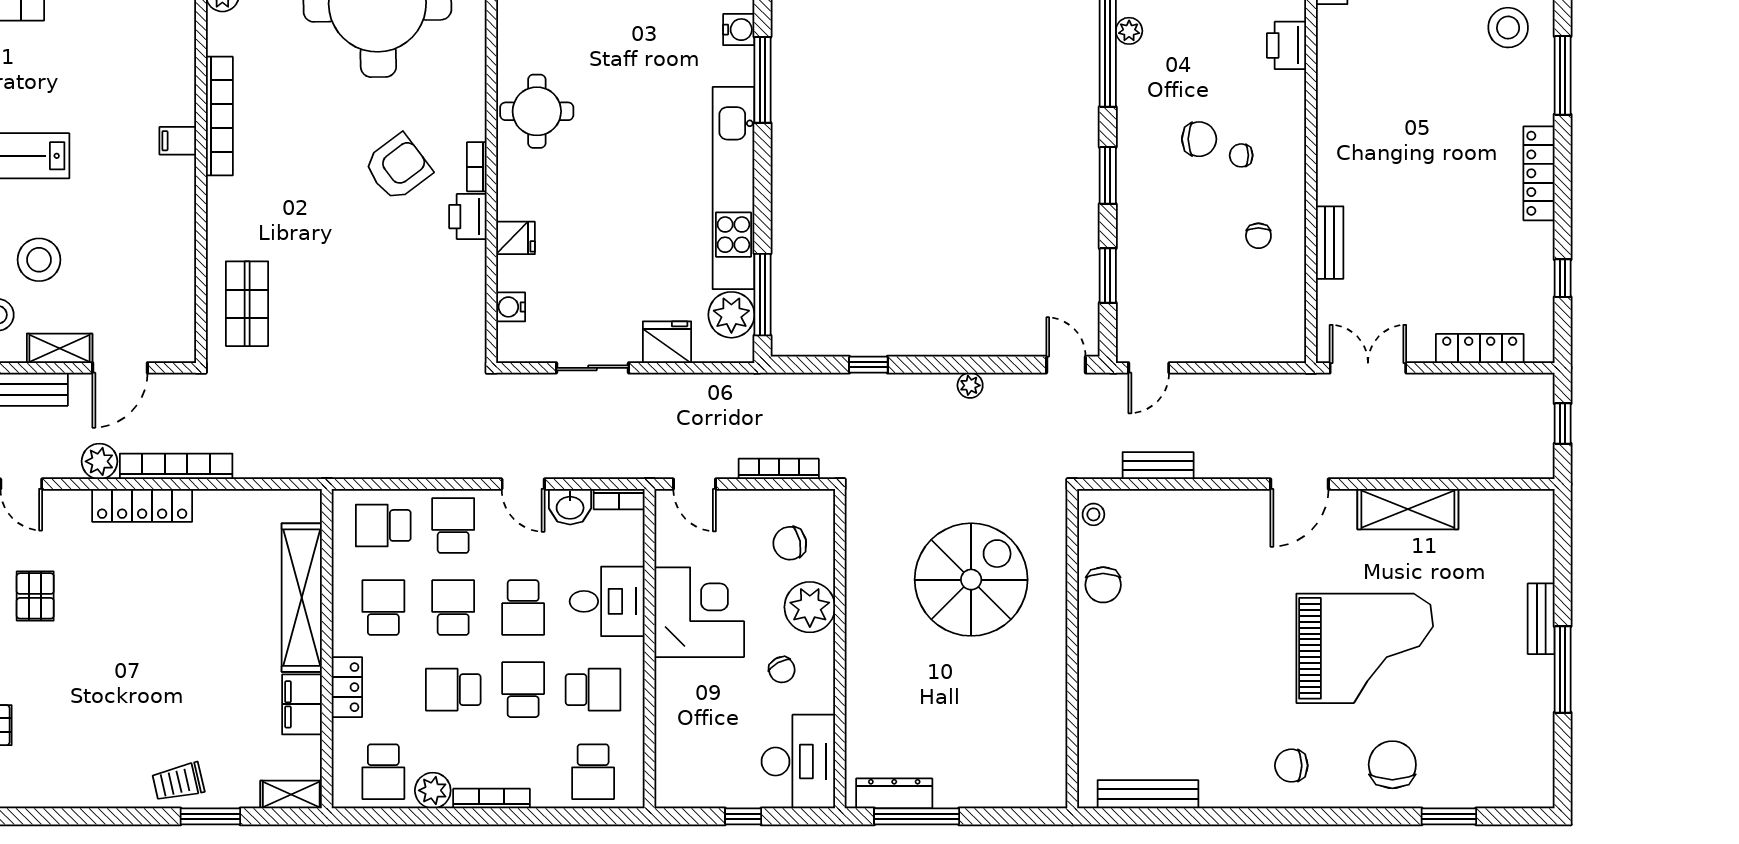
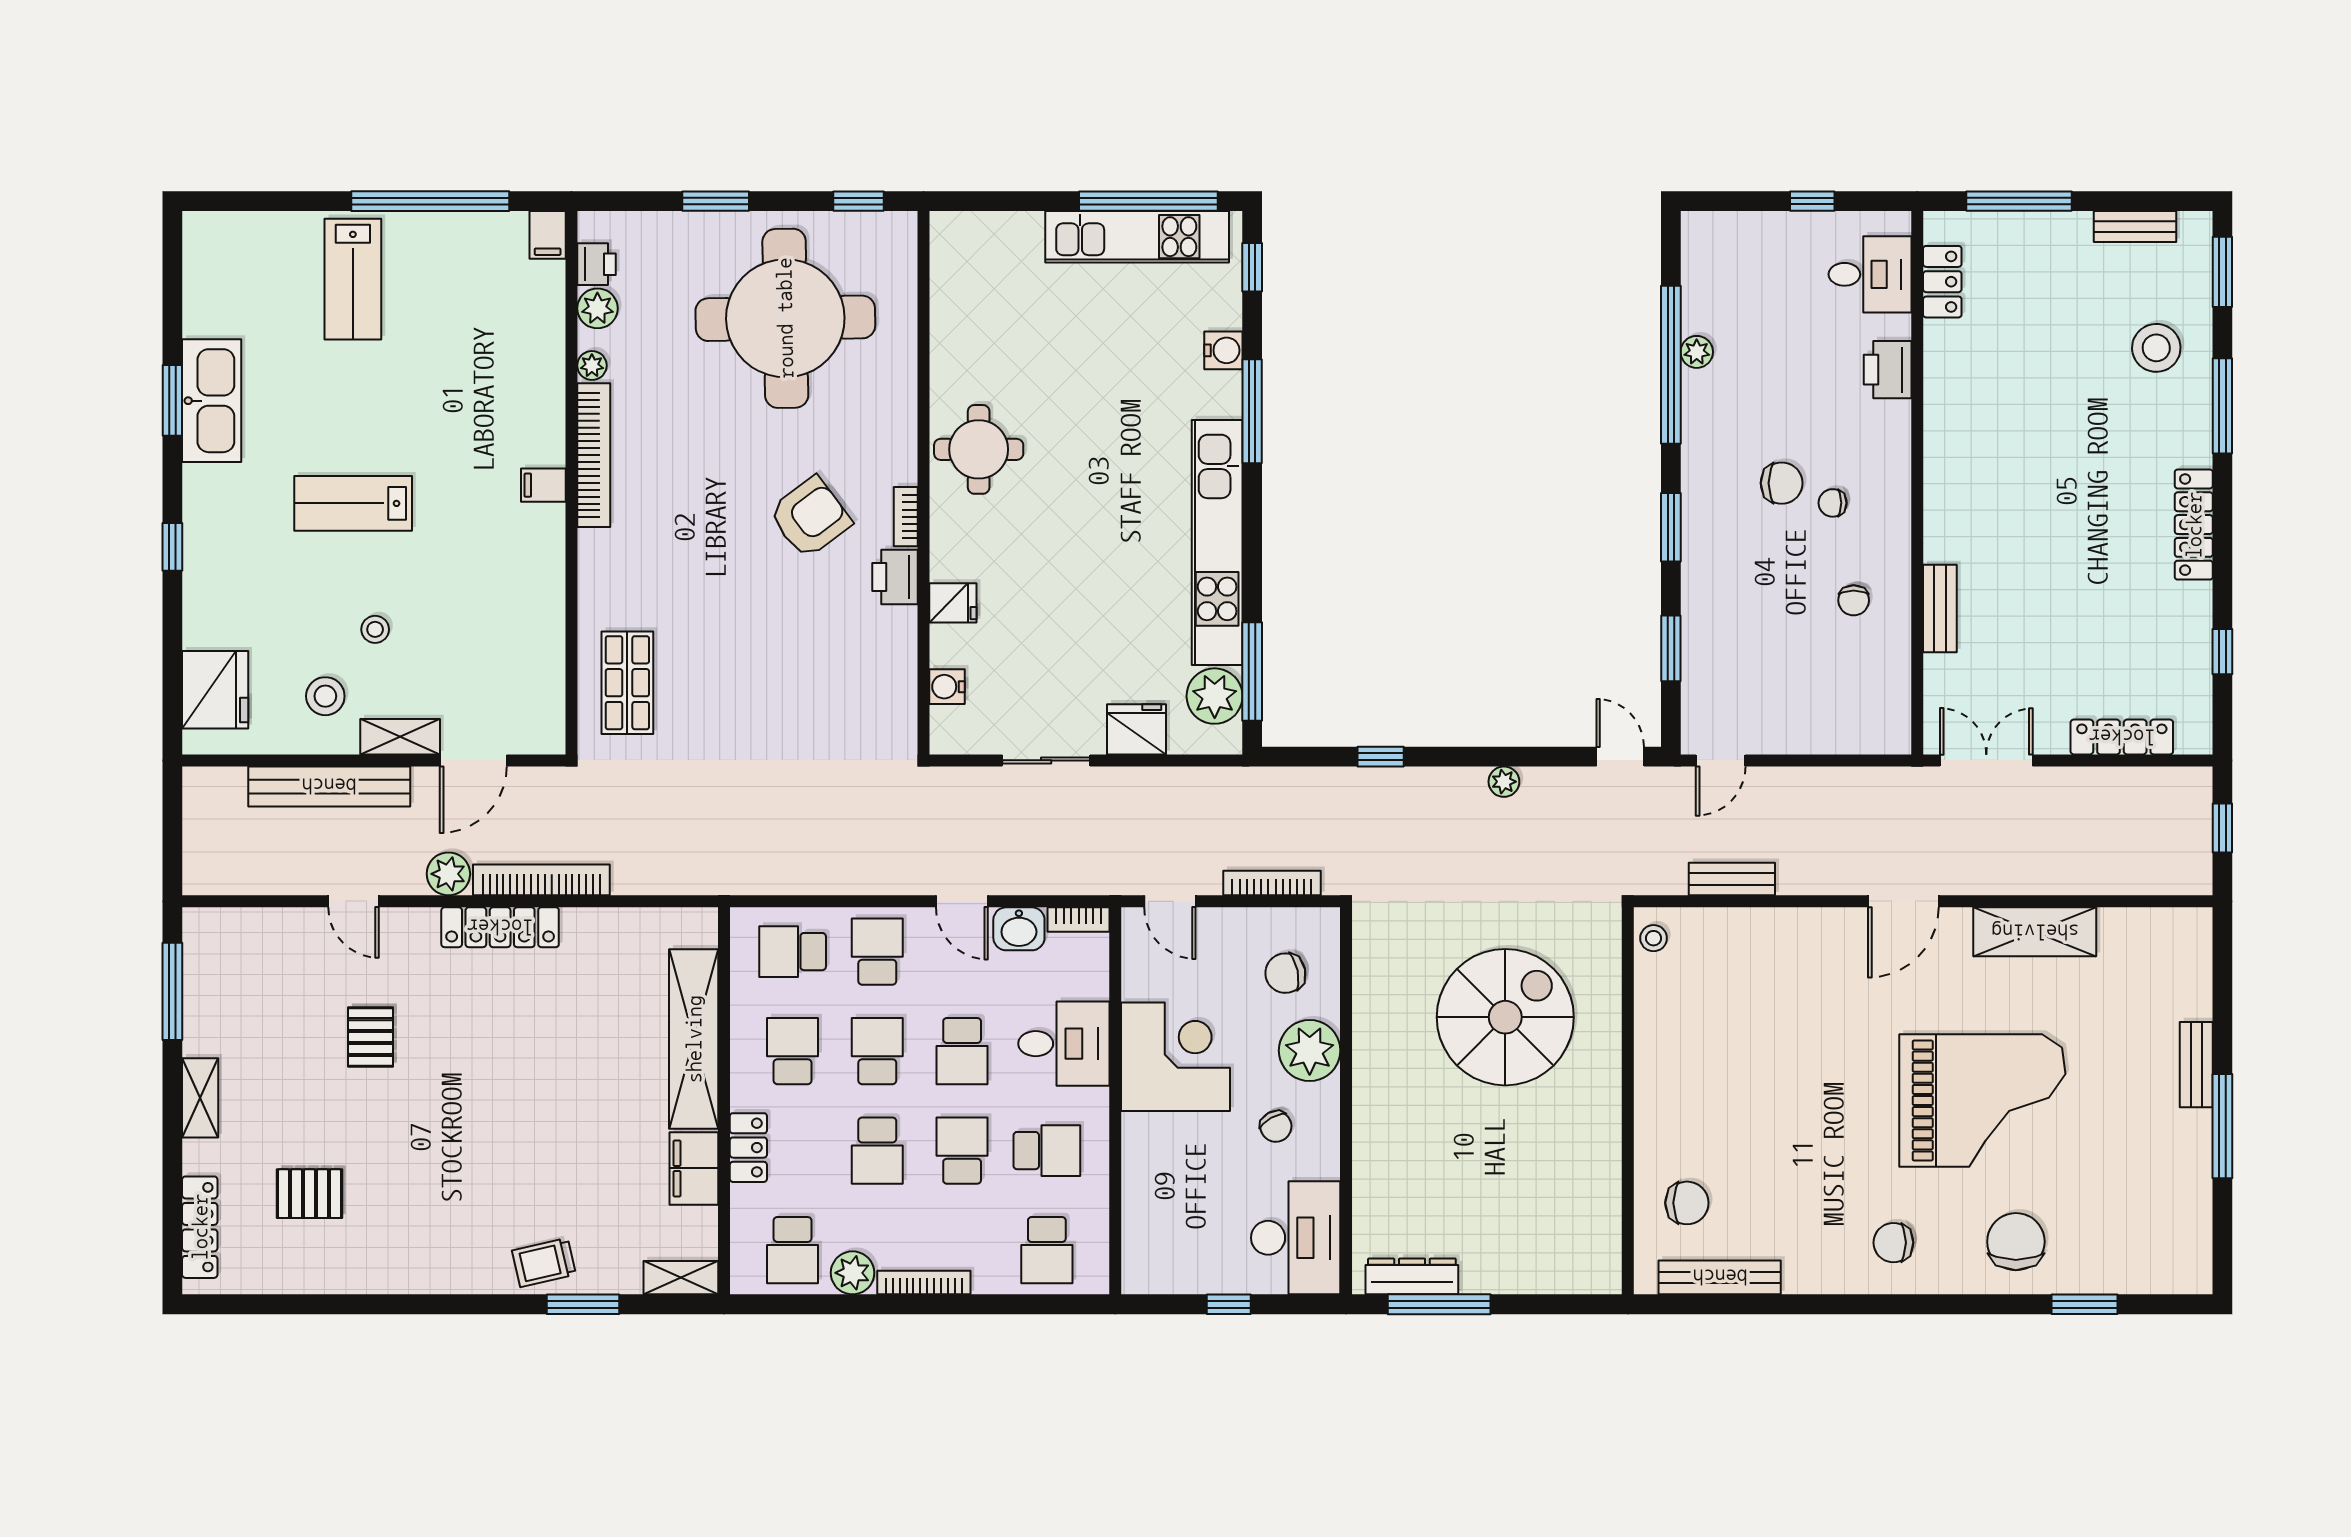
plant: (218, 42) -> (592, 366), added
stool: (39, 260) -> (375, 629), width x0.53, depth x0.53
chair: (1103, 585) -> (1687, 1203), moved, turned -90
school desk: (453, 690) -> (877, 1151), turned -90

